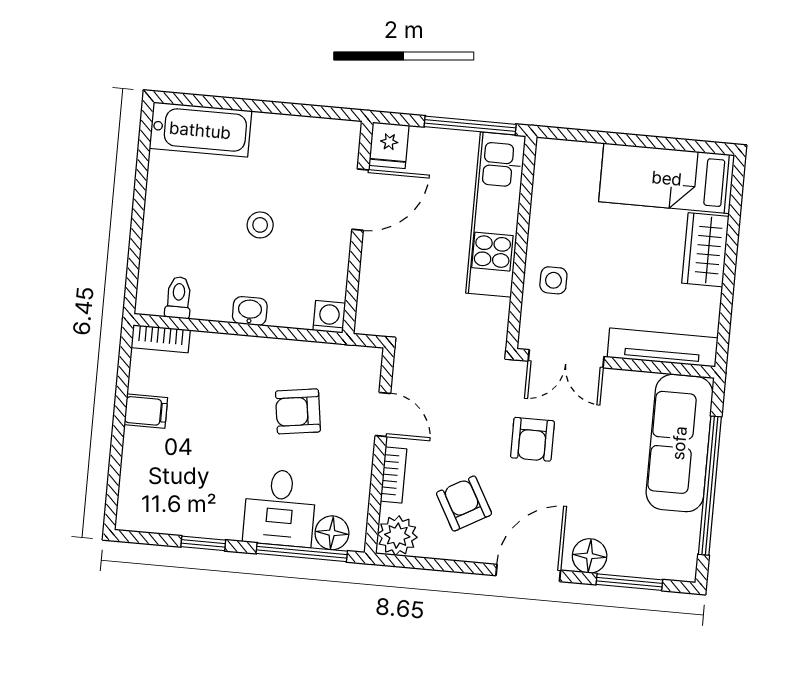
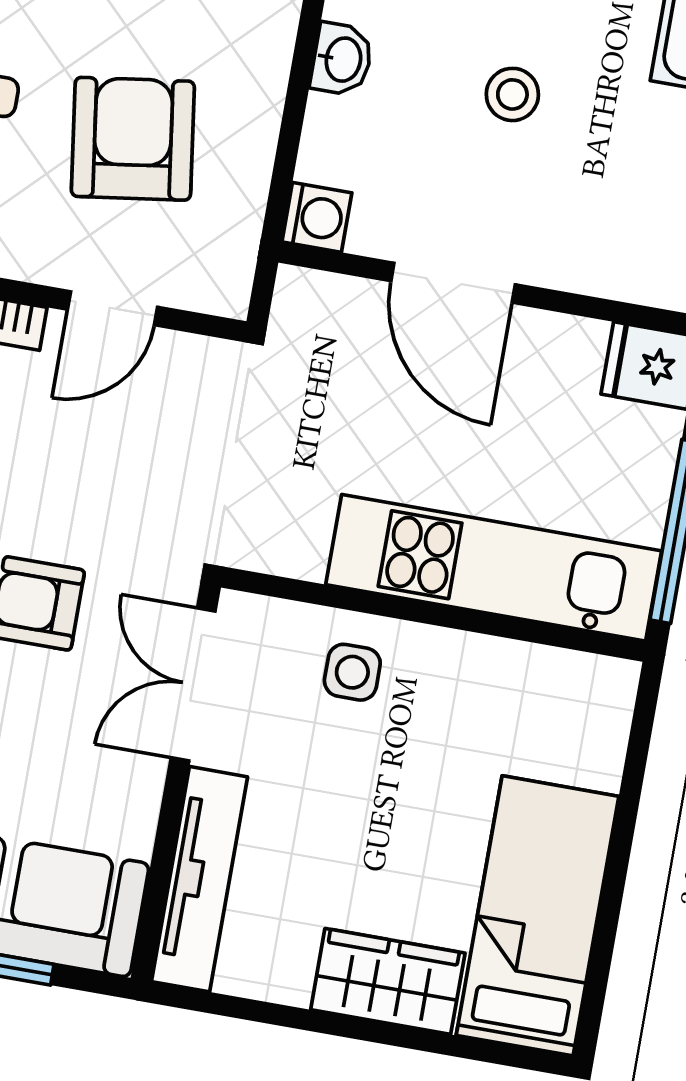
door: (360, 200) -> (453, 283), moved
armchair: (298, 411) -> (133, 139), width x1.38, depth x1.38

